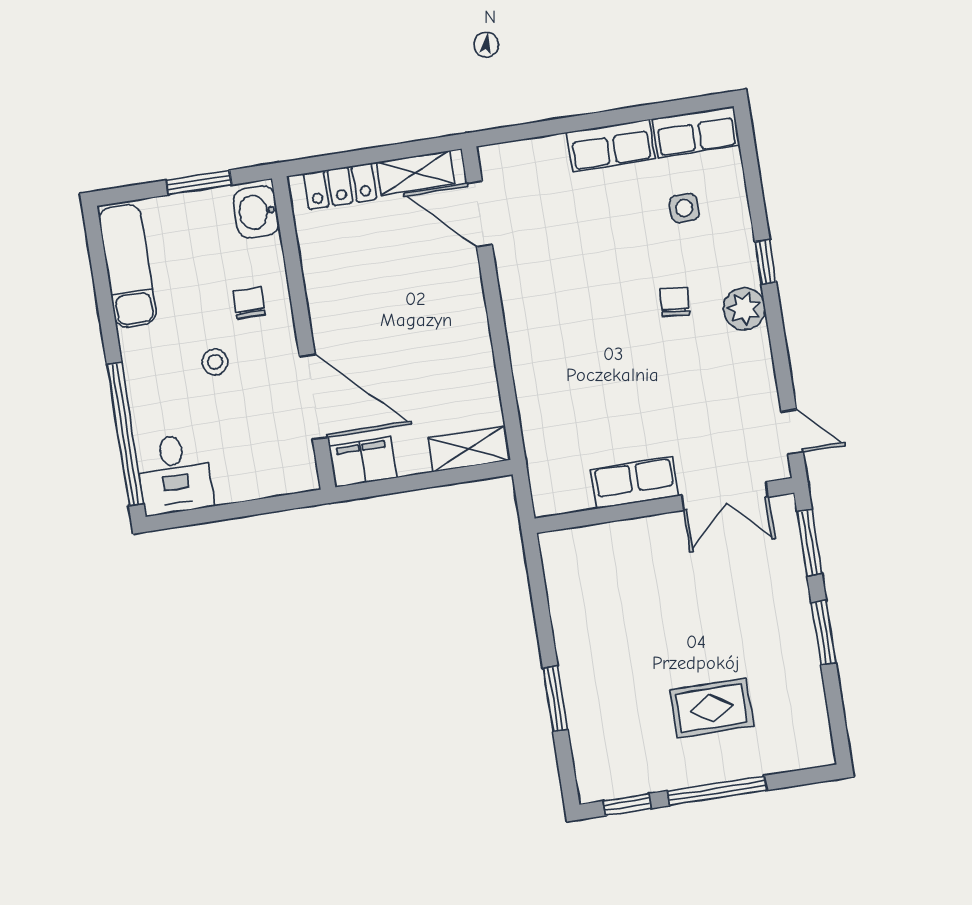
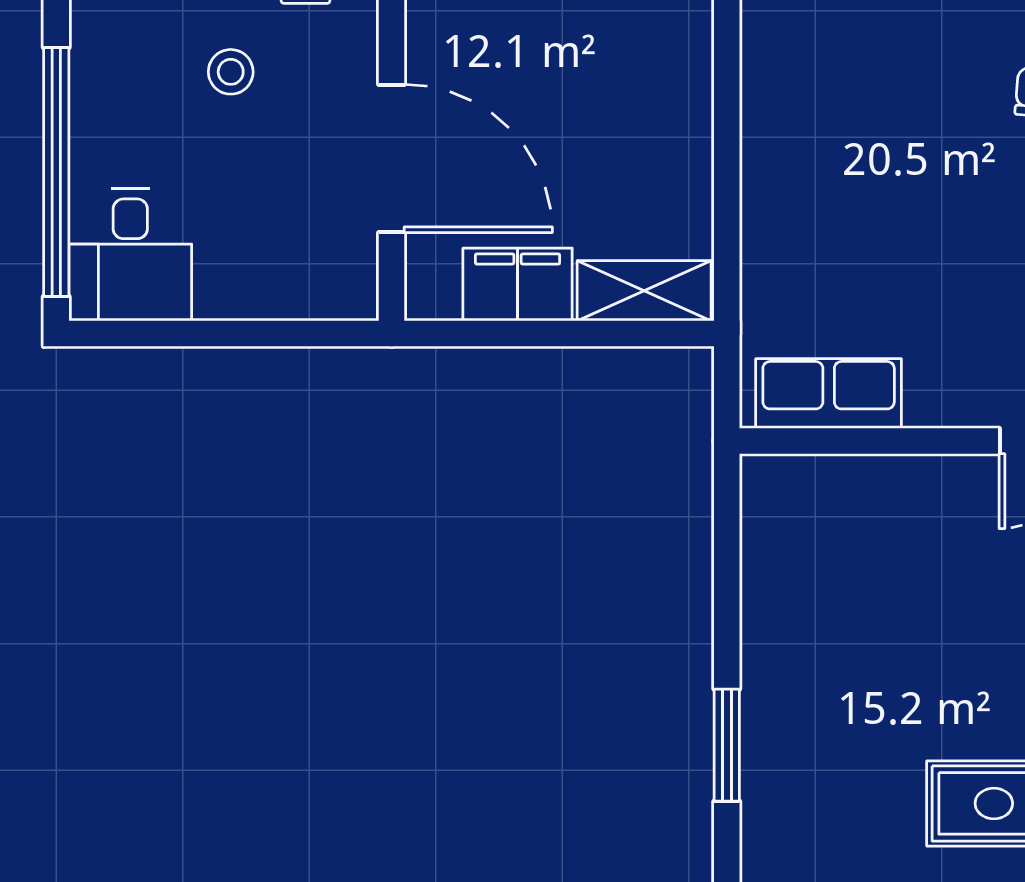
filing cabinet: (363, 462) -> (518, 284), moved
row of seats: (635, 483) -> (829, 394), moved

